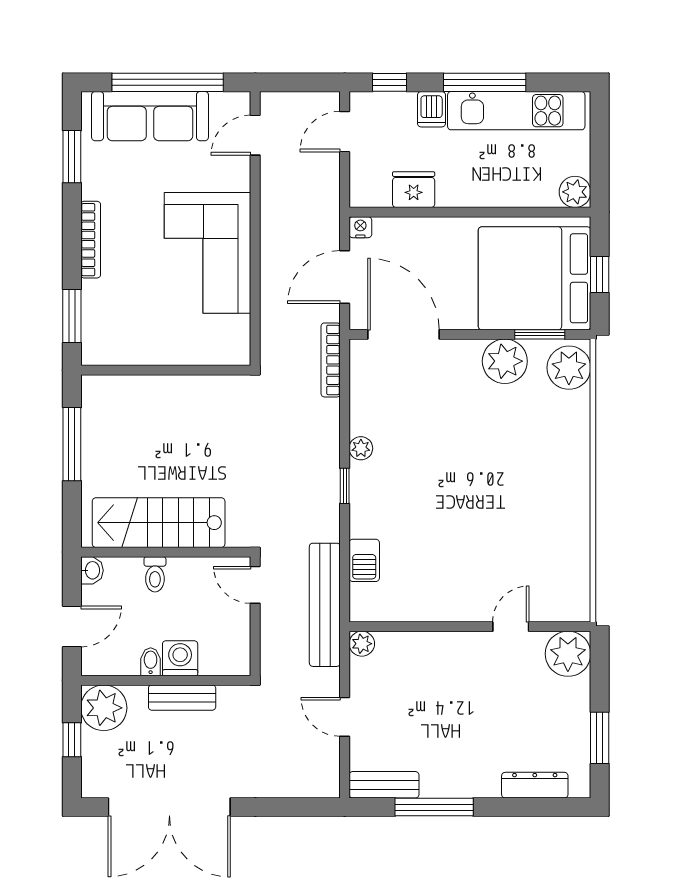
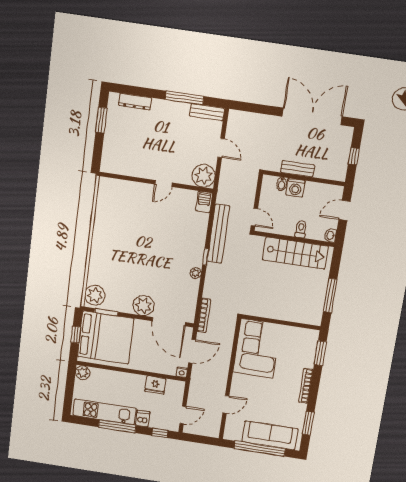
door: (255, 135) -> (226, 404), moved
corner sofa: (208, 253) -> (257, 349), moved
plant: (505, 361) -> (144, 306), moved
barbecue: (364, 560) -> (204, 202), moved
bench: (325, 605) -> (218, 234), moved
door: (511, 627) -> (163, 183), moved
plant: (362, 644) -> (204, 176), width x1.88, depth x1.88
plant: (568, 654) -> (111, 163), removed
bidet: (151, 662) -> (282, 184), moved
plant: (104, 708) -> (336, 169), removed

